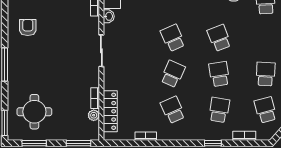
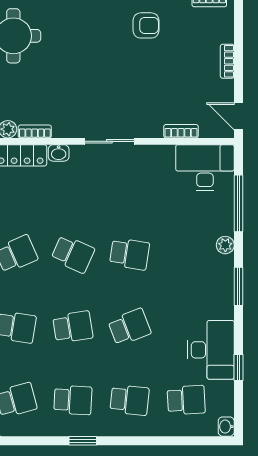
washbasin: (109, 16) -> (59, 153), moved
school desk: (173, 38) -> (130, 254), turned 33
school desk: (266, 38) -> (130, 400), added

